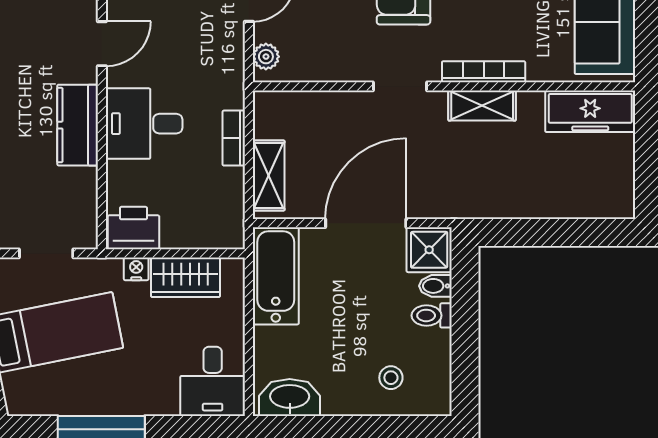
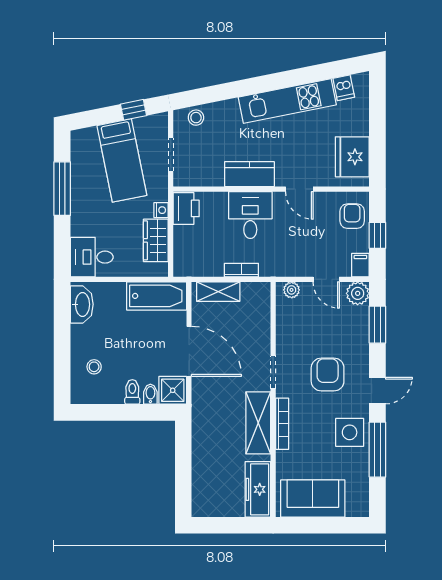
shelving: (482, 106) -> (258, 423), width x1.50, depth x1.33

